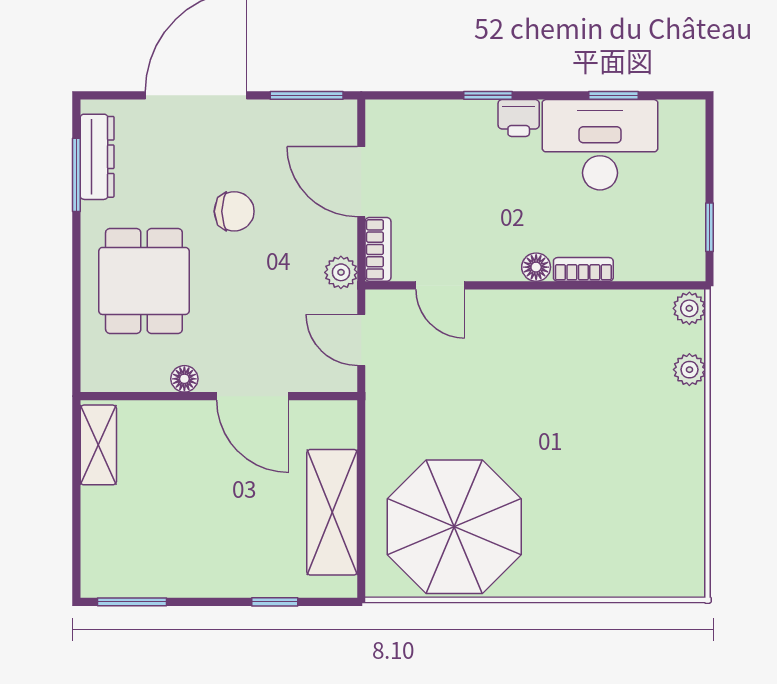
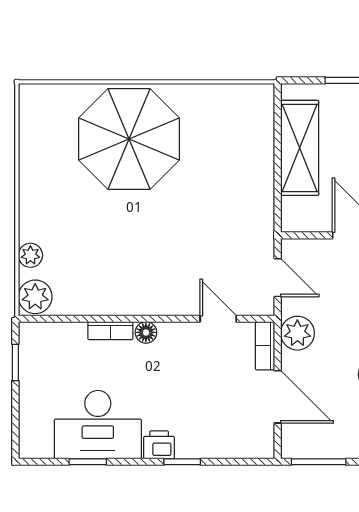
plant: (341, 272) -> (297, 333), width x1.38, depth x1.38
plant: (689, 308) -> (35, 297), width x1.38, depth x1.38
parasol: (454, 527) -> (129, 139), moved

